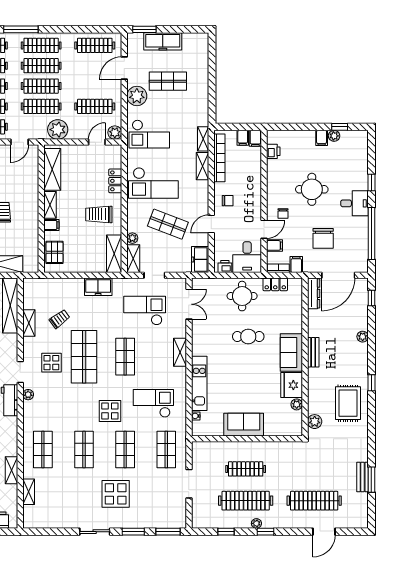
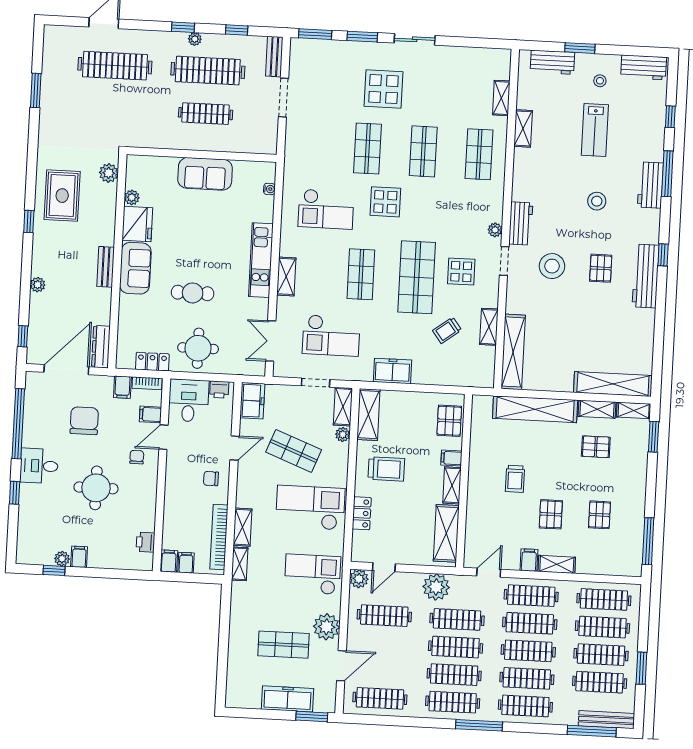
kitchen unit: (199, 383) -> (261, 260), moved
shop shelf: (166, 450) -> (312, 146), removed
bench: (363, 477) -> (274, 57), moved

